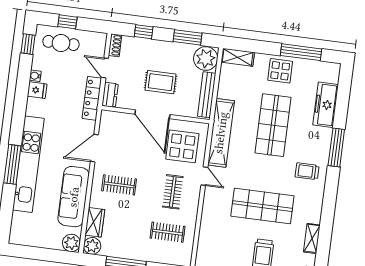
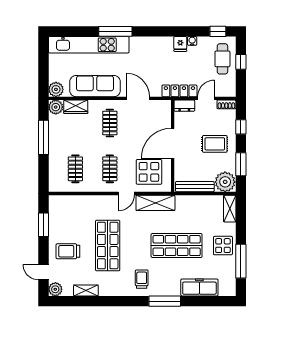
rug: (161, 82) -> (215, 144), moved, turned 90
shelving: (221, 133) -> (155, 203), width x0.68
kitchen unit: (28, 164) -> (89, 45), moved
clothes rail: (173, 192) -> (110, 169), turned 90

